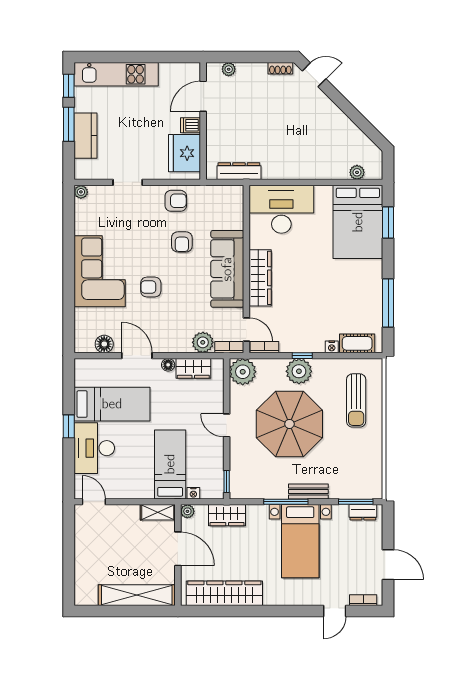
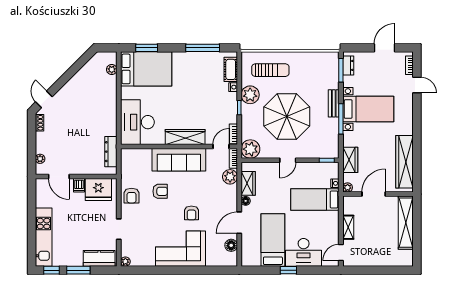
kitchen counter: (85, 136) -> (99, 258), moved
armchair: (176, 201) -> (132, 196), turned 180
plant: (299, 371) -> (250, 95), moved
shelving: (158, 512) -> (348, 227), moved

